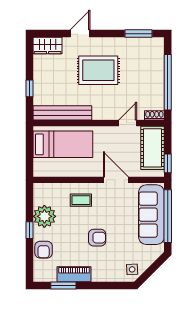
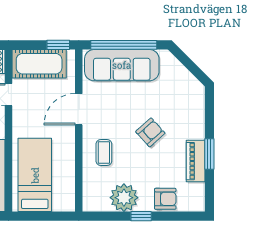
armchair: (97, 238) -> (150, 132), turned 48
side table: (132, 269) -> (190, 89), removed
window: (63, 285) -> (209, 154), moved

